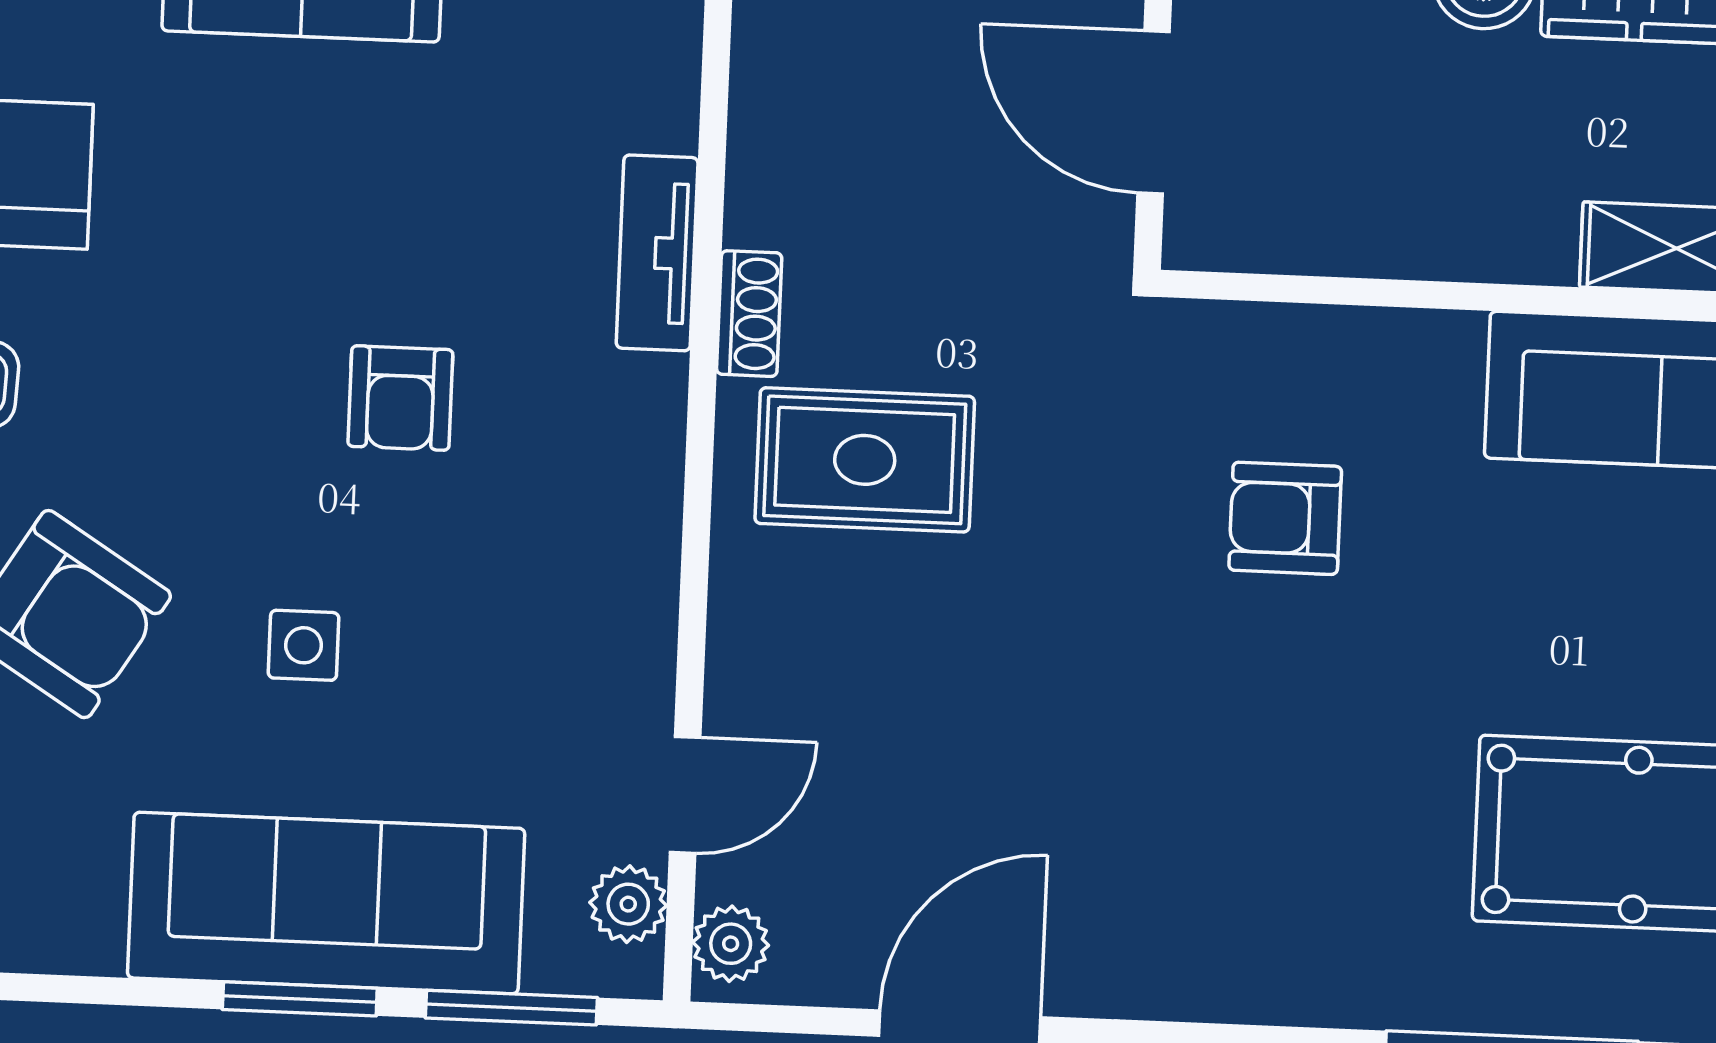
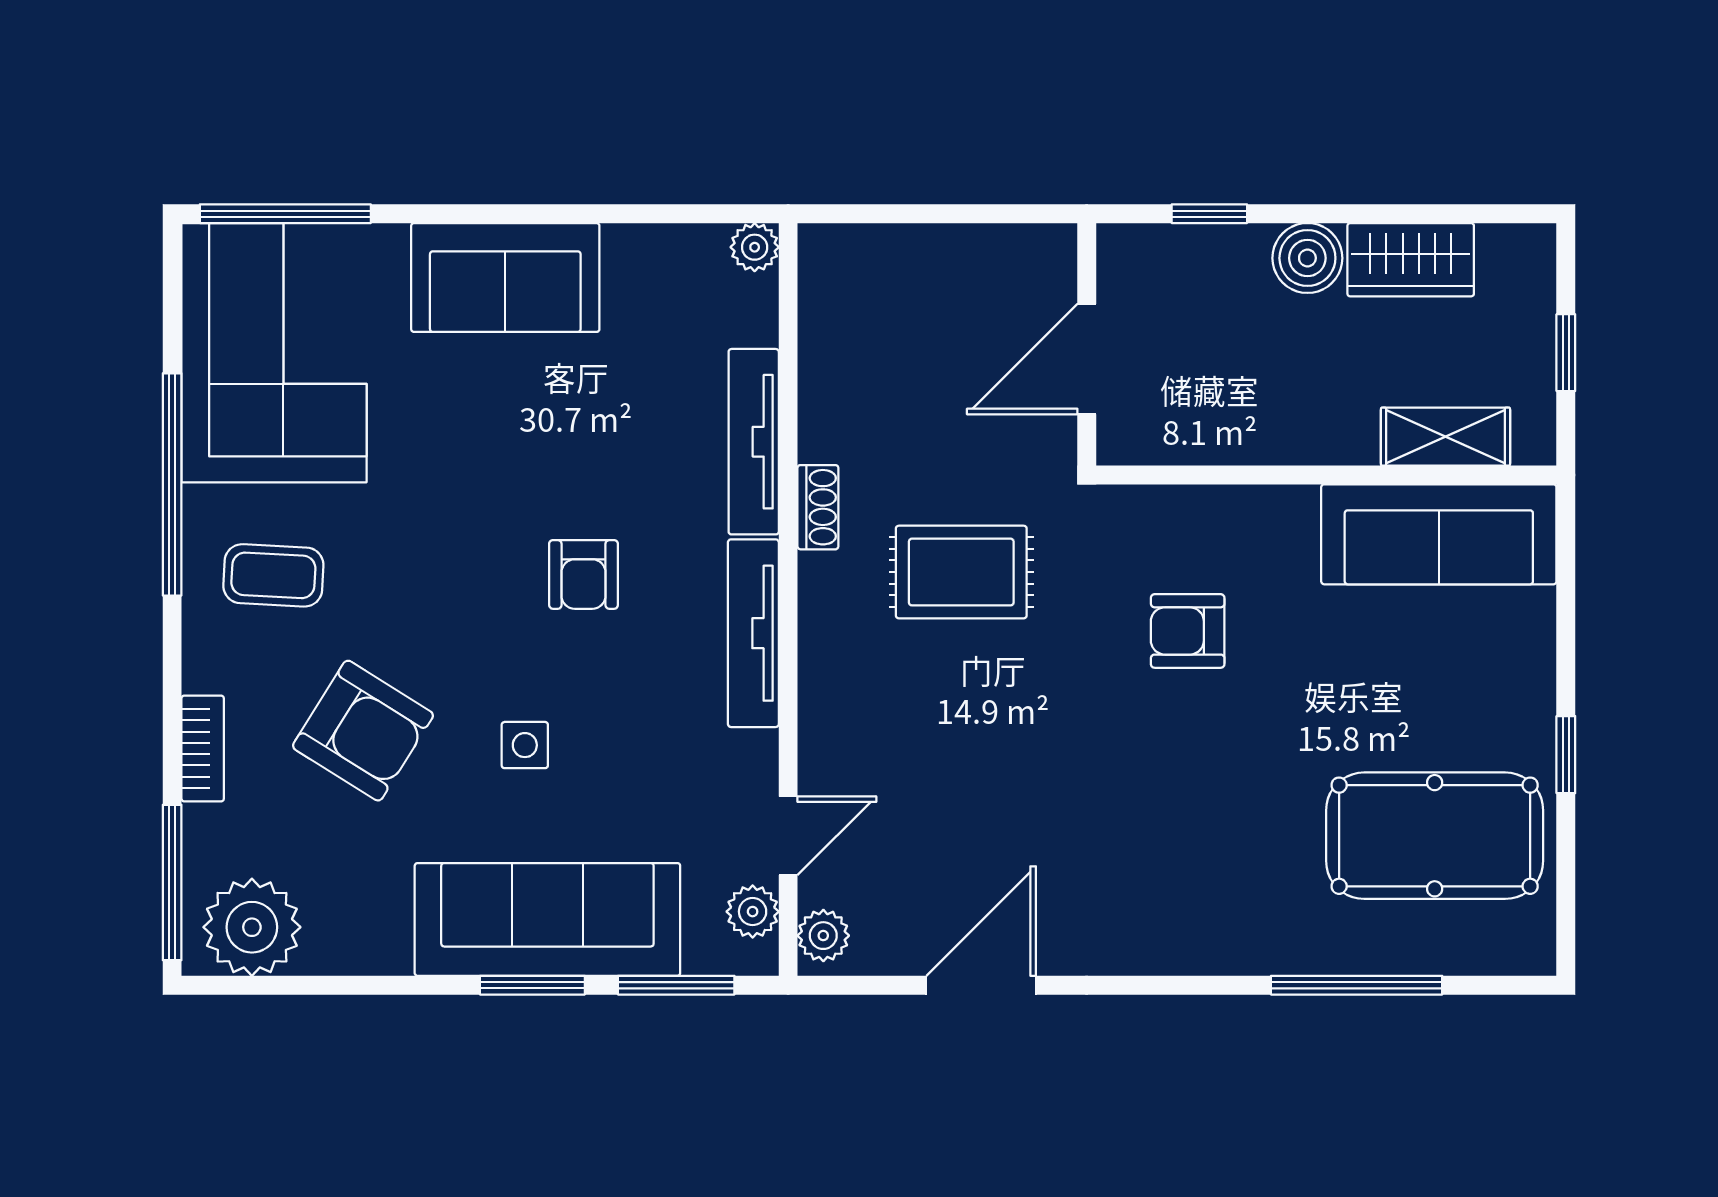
door: (1154, 112) -> (1087, 359), hinge flipped
tv unit: (657, 253) -> (754, 442), width x1.41
rug: (865, 460) -> (961, 572), moved
tv unit: (646, 495) -> (753, 633), added

